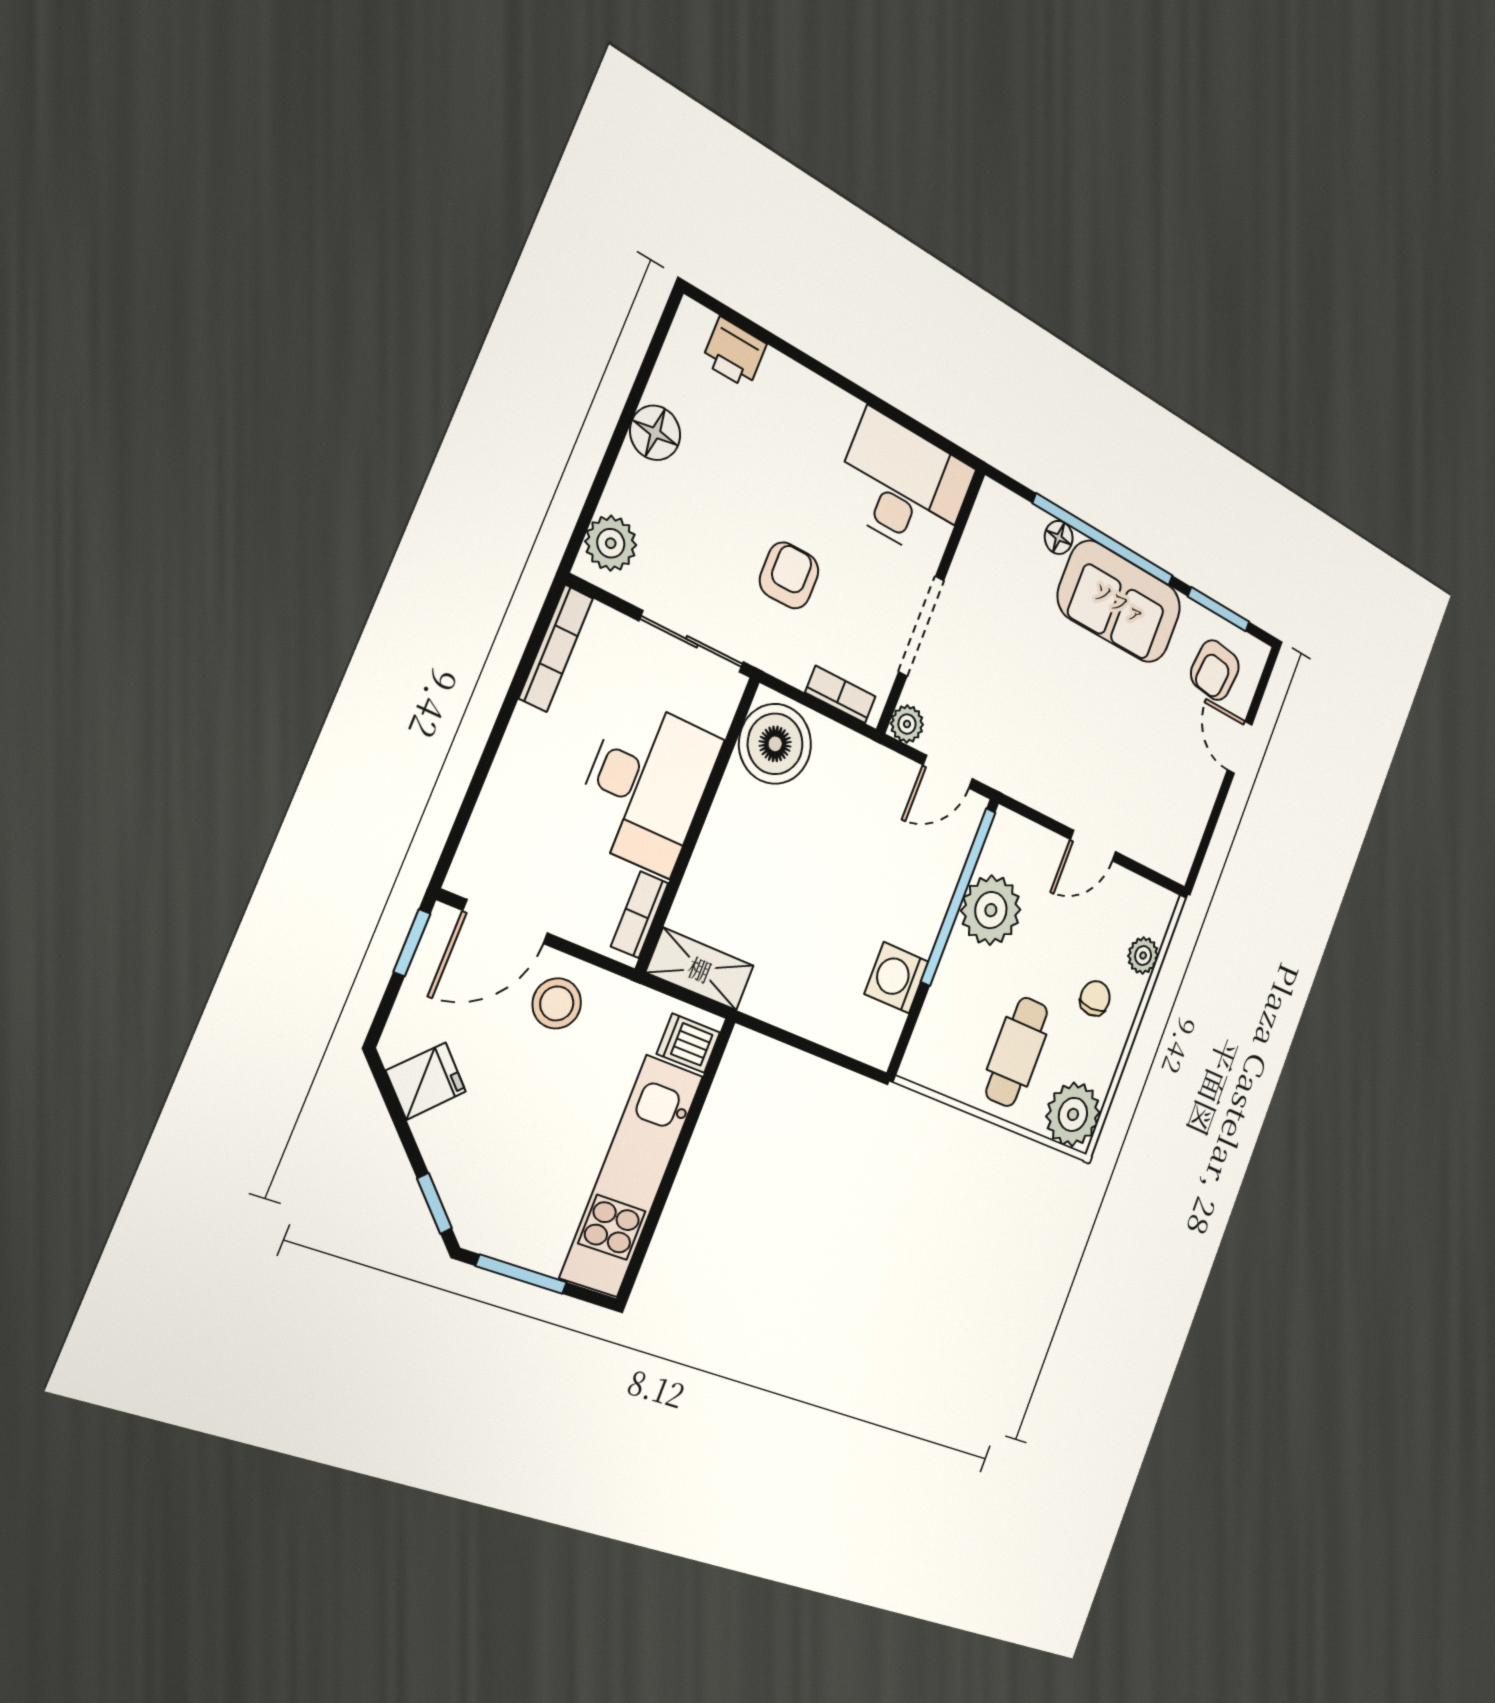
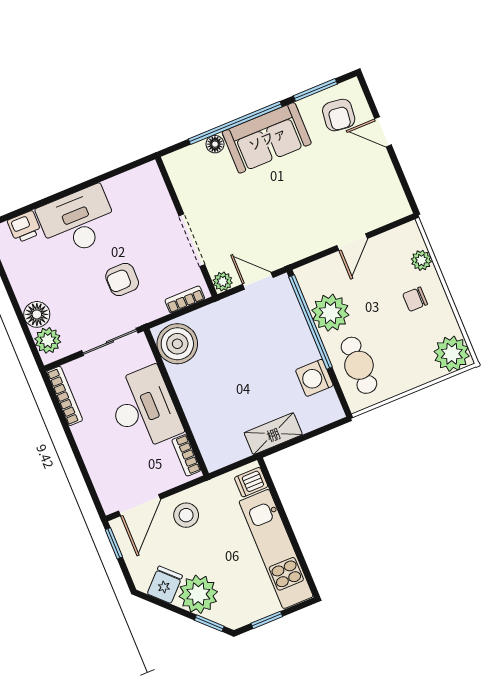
floor lamp: (655, 433) -> (37, 314), moved
desk: (904, 486) -> (78, 221), moved
armchair: (789, 575) -> (122, 280), turned -90
door: (948, 772) -> (258, 281), swing flipped
shelving: (700, 969) -> (273, 434), moved
chair: (1095, 998) -> (415, 299), turned -90
cafe table: (1017, 1052) -> (359, 365), moved
plant: (461, 1142) -> (198, 594), added
window: (521, 1274) -> (267, 620), width x0.67

